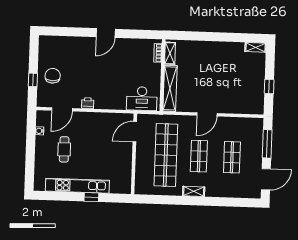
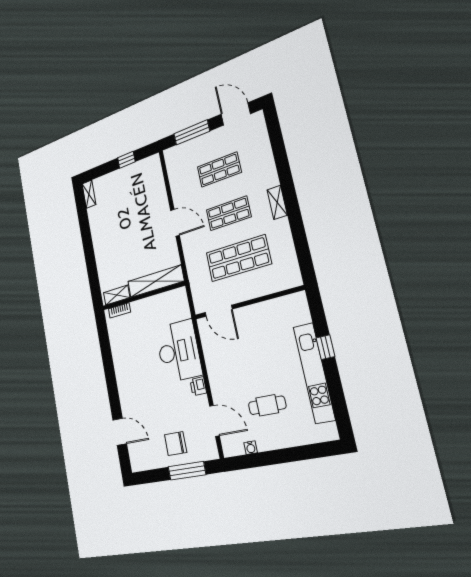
door: (106, 33) -> (120, 432), moved
window: (33, 80) -> (187, 471), width x2.17
desk: (142, 99) -> (178, 351), moved, width x1.36, depth x1.30
shop shelf: (166, 155) -> (238, 258), width x0.71

